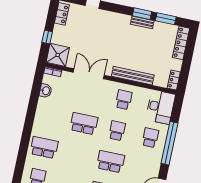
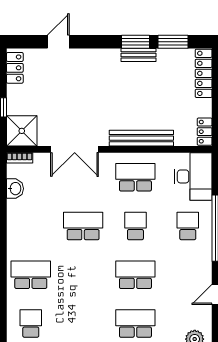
double door: (89, 74) -> (75, 149), swing flipped
school desk: (124, 100) -> (135, 177), width x1.85

